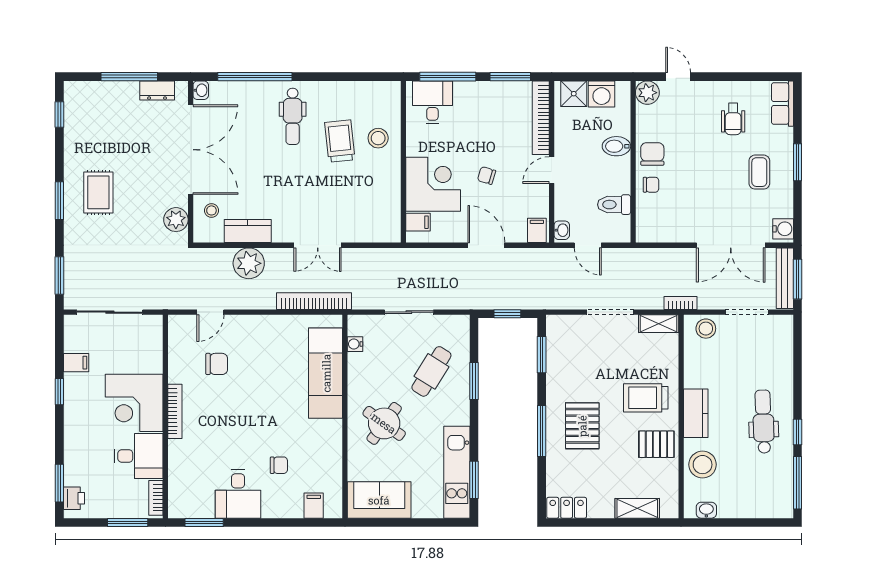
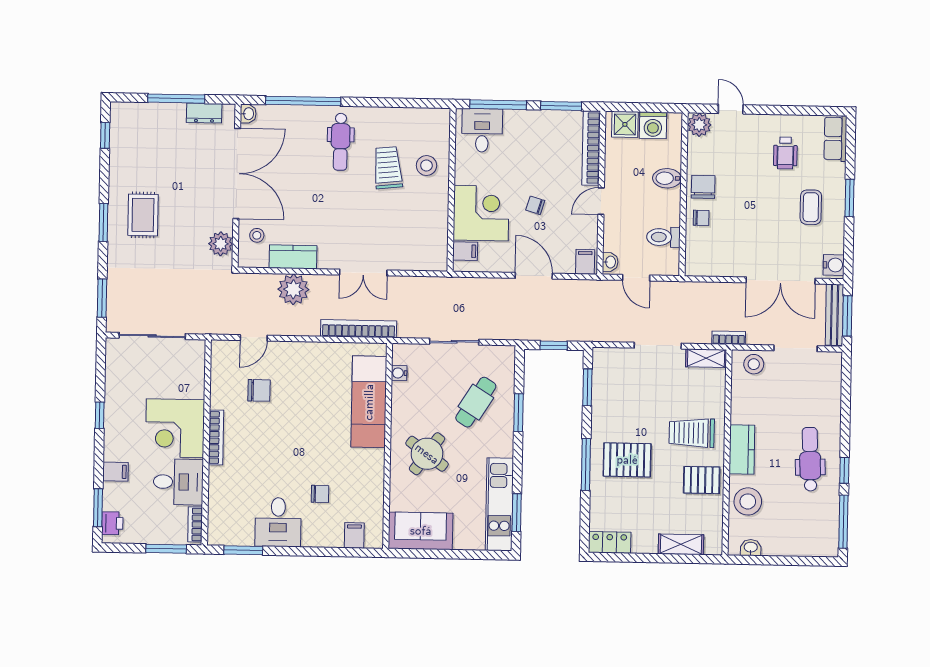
filing cabinet: (76, 363) -> (115, 472), moved
pallet: (582, 426) -> (627, 460), turned 90

